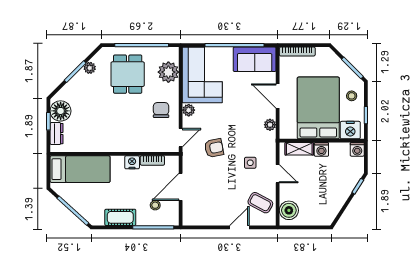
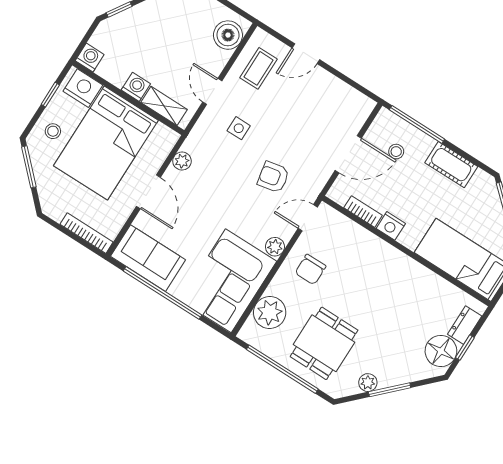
coffee table: (260, 203) -> (259, 68), turned 62

